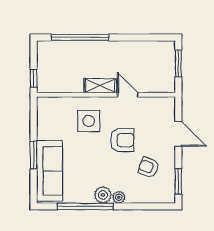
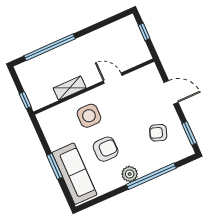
window: (178, 63) -> (144, 32), width x0.67
shelving: (100, 86) -> (70, 88), moved
armchair: (122, 140) -> (106, 149), moved
plant: (119, 197) -> (144, 170), removed
window: (85, 206) -> (151, 176), moved

